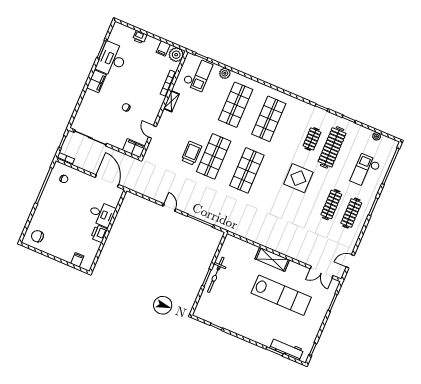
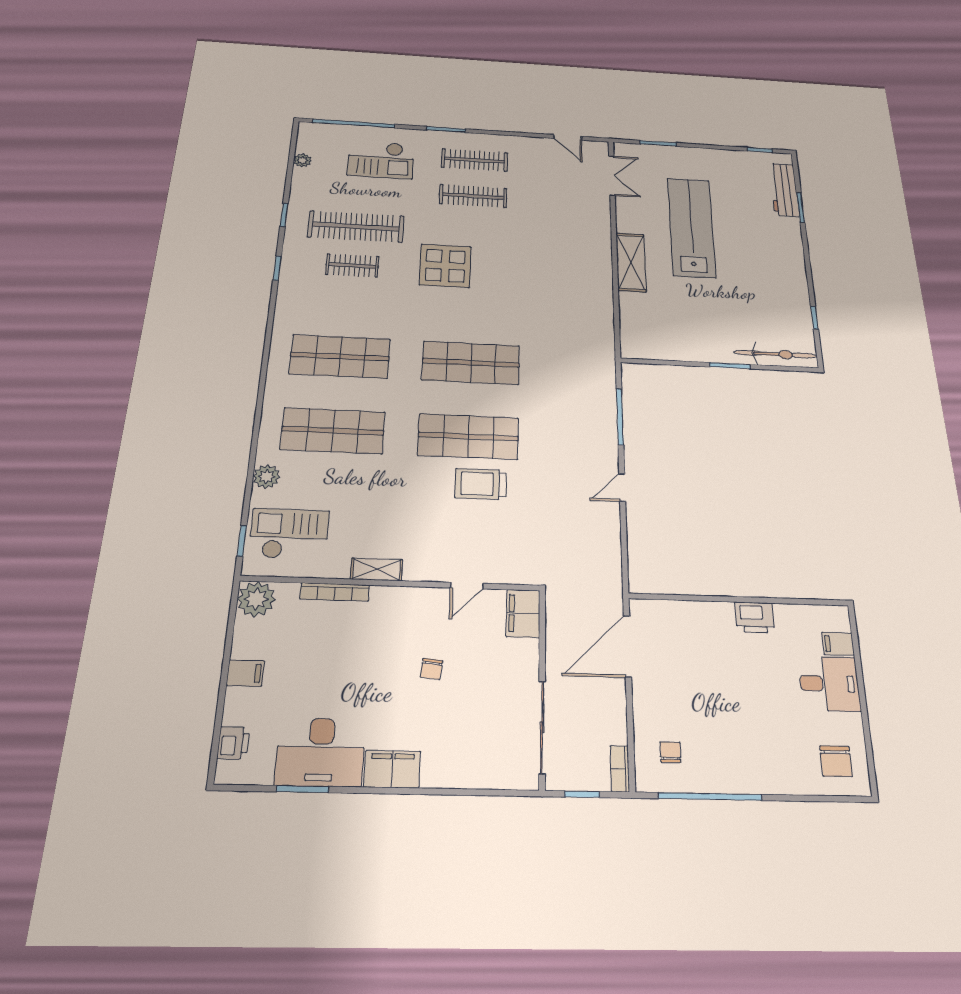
printer: (140, 37) -> (233, 743), moved
filing cabinet: (163, 48) -> (245, 673), moved
desk: (102, 214) -> (829, 684), moved, turned 90
bicycle: (216, 275) -> (775, 354), moved

